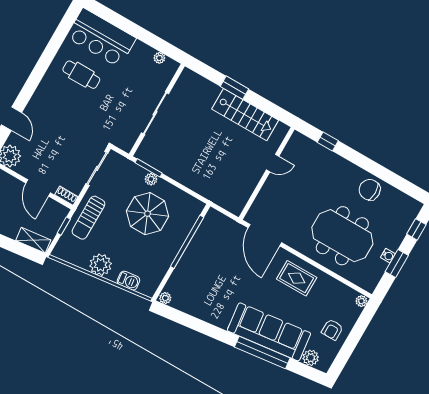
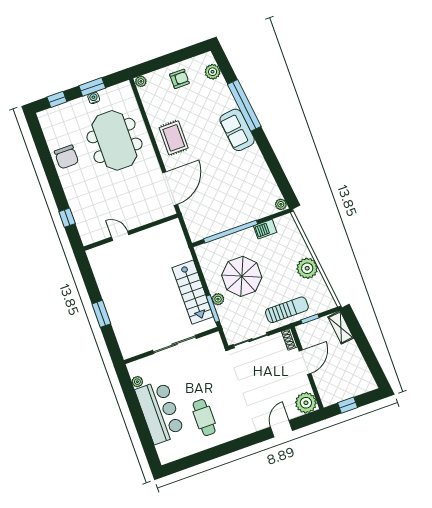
bar counter: (101, 38) -> (160, 412), moved
stairs: (245, 115) -> (193, 292), moved, turned 180
barbecue: (128, 281) -> (265, 229), moved, turned -83
sofa: (269, 332) -> (237, 130), width x0.54, depth x0.79

